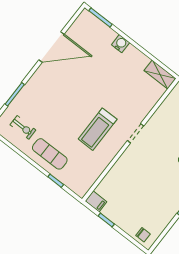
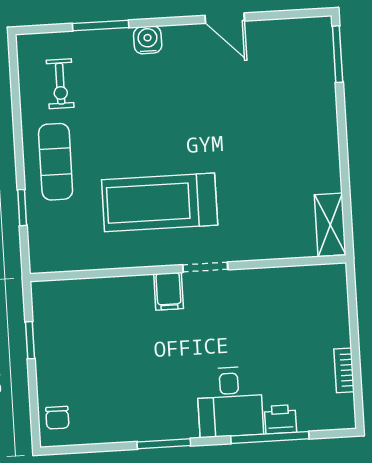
water cooler: (121, 44) -> (148, 40), moved, turned -90
door: (52, 47) -> (225, 18), width x0.53
treadmill: (98, 129) -> (160, 202), width x1.37, depth x1.38
filing cabinet: (96, 201) -> (169, 291), moved

